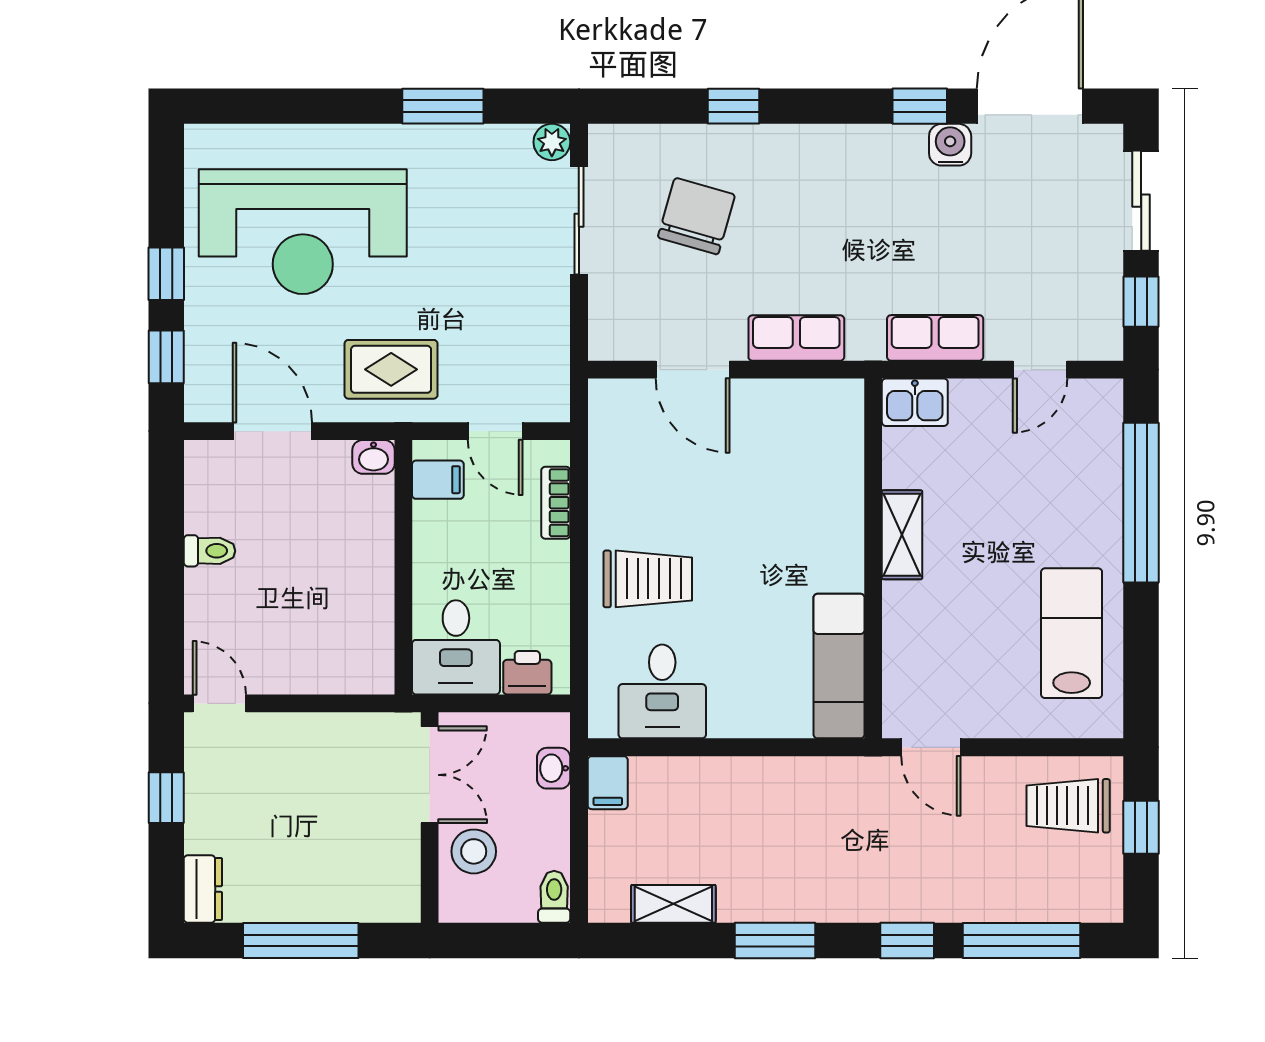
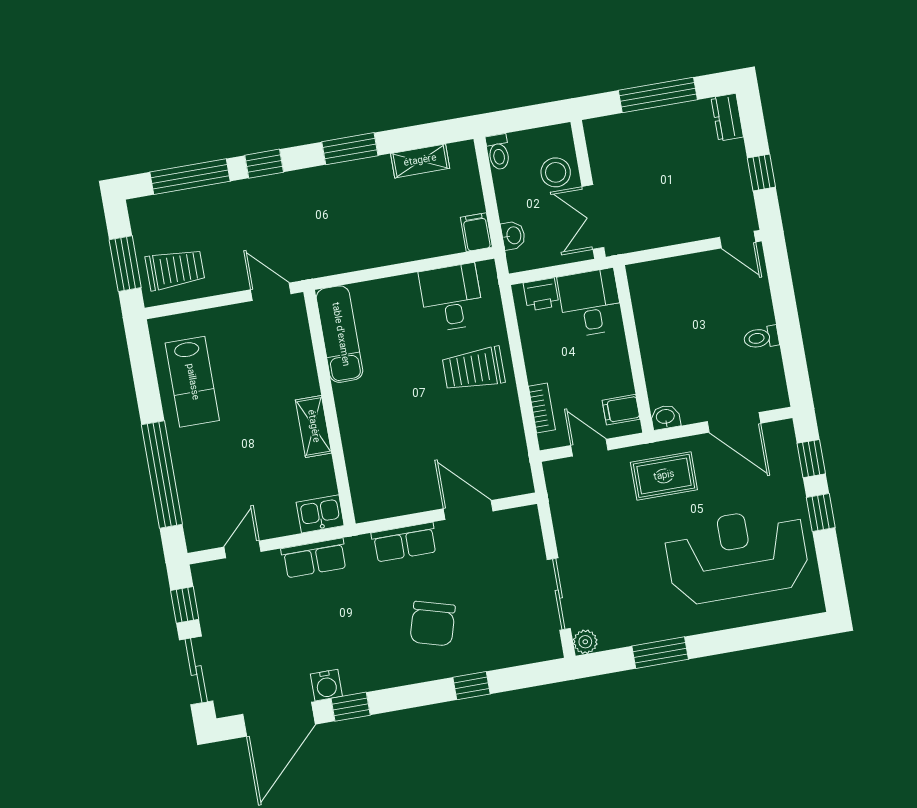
chair: (696, 216) -> (433, 624), moved
window: (1141, 827) -> (125, 264), width x1.50

